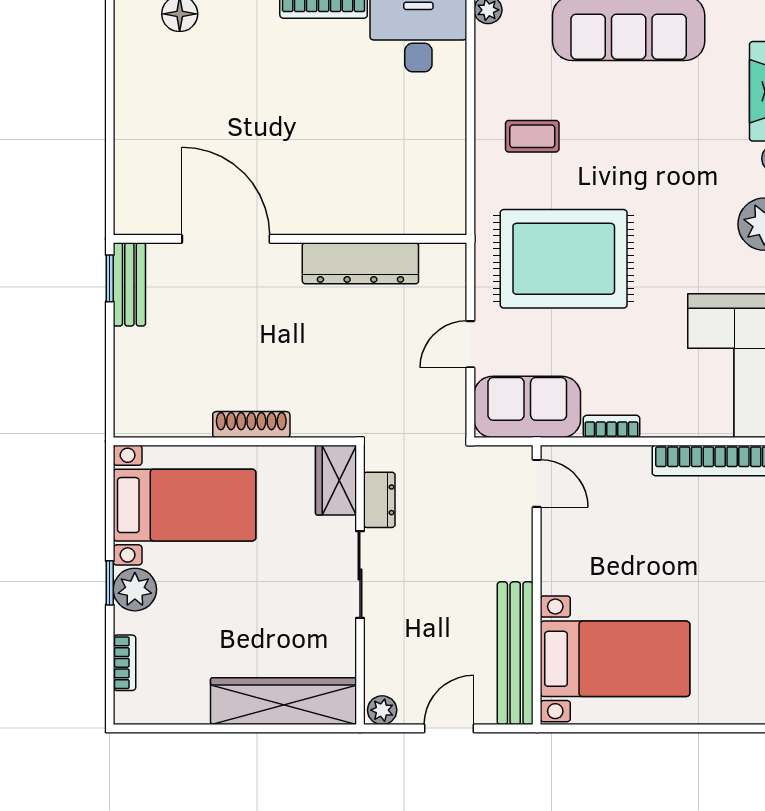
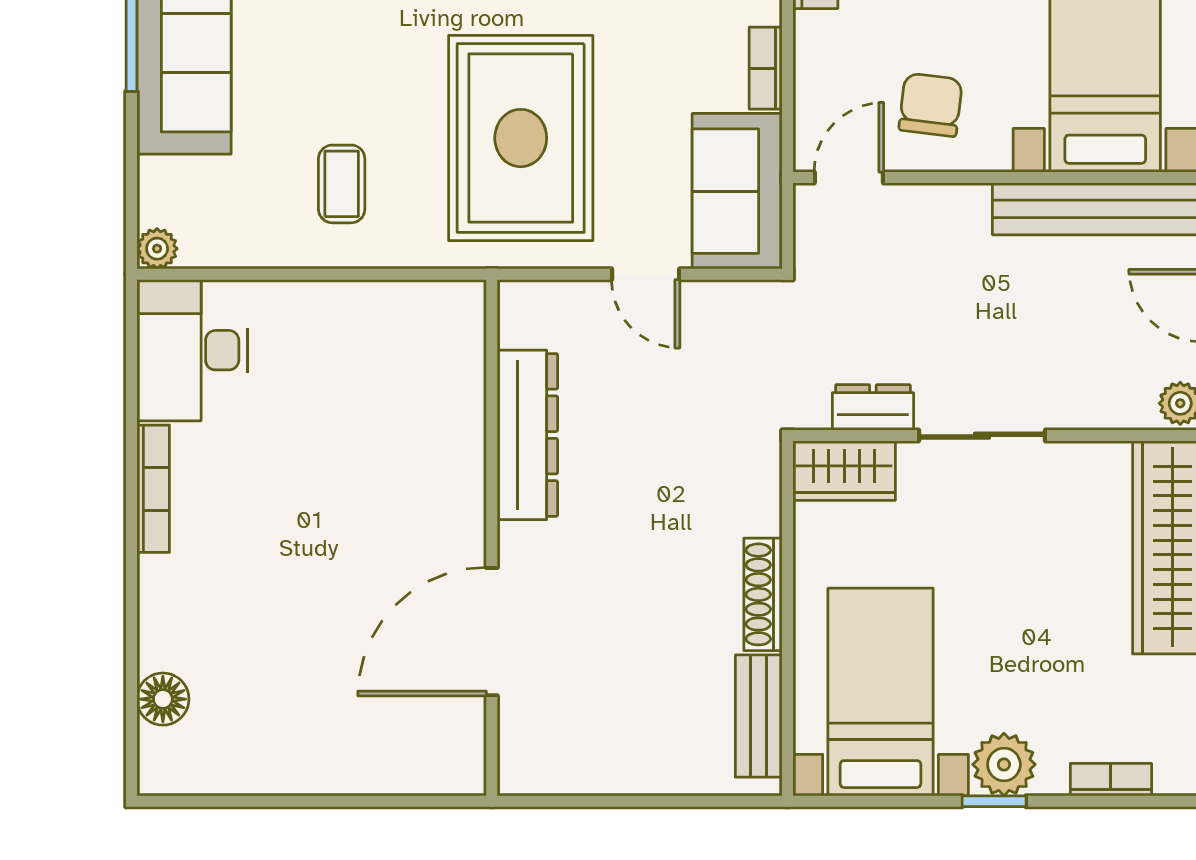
window: (110, 278) -> (549, 801), removed
bench: (129, 284) -> (759, 716), moved, turned 90
chair: (586, 539) -> (931, 105), added

